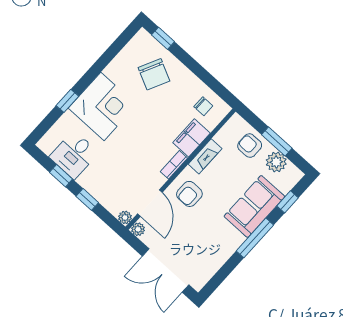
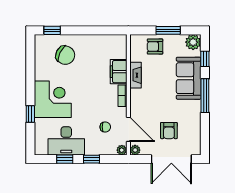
chair: (203, 106) -> (105, 127), moved
desk: (74, 155) -> (66, 141), width x1.37
plant: (276, 162) -> (193, 42), moved
armchair: (189, 194) -> (169, 131), moved

